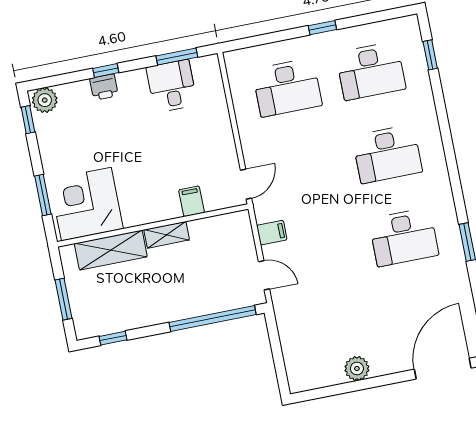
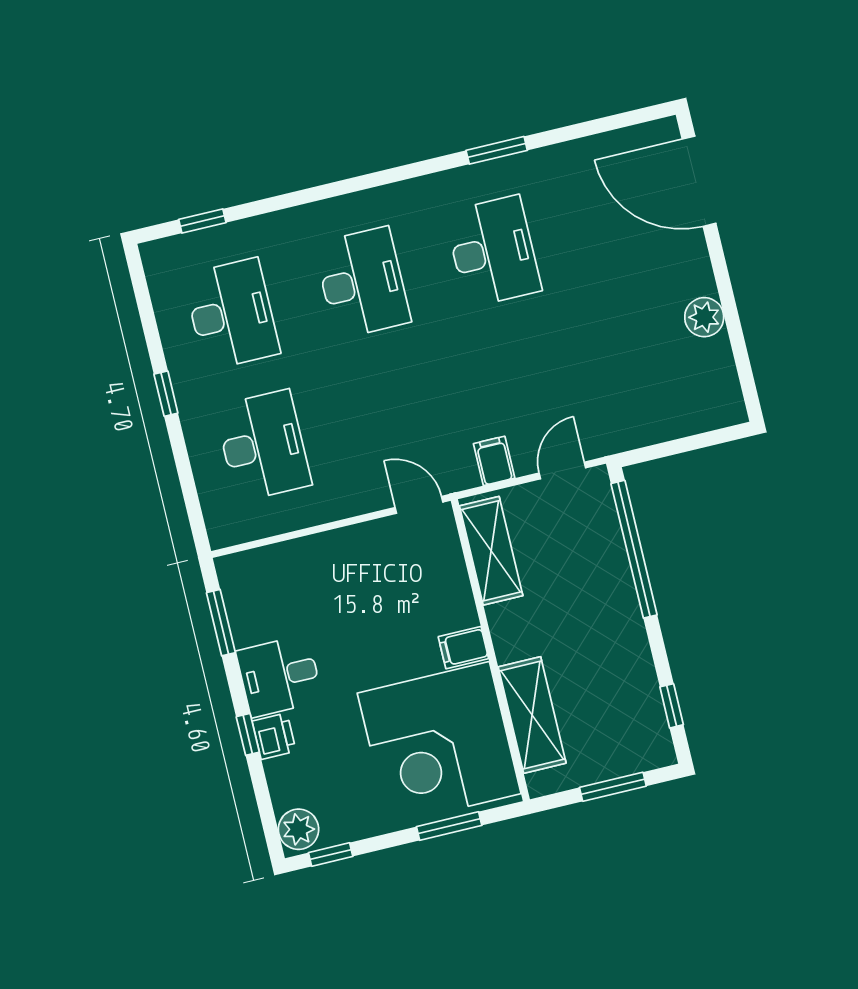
desk: (172, 86) -> (279, 676), moved
filing cabinet: (192, 201) -> (463, 648), moved
corner desk: (86, 204) -> (439, 743), width x1.36, depth x1.36
shelving: (167, 235) -> (491, 551), moved, width x1.50, depth x1.33

